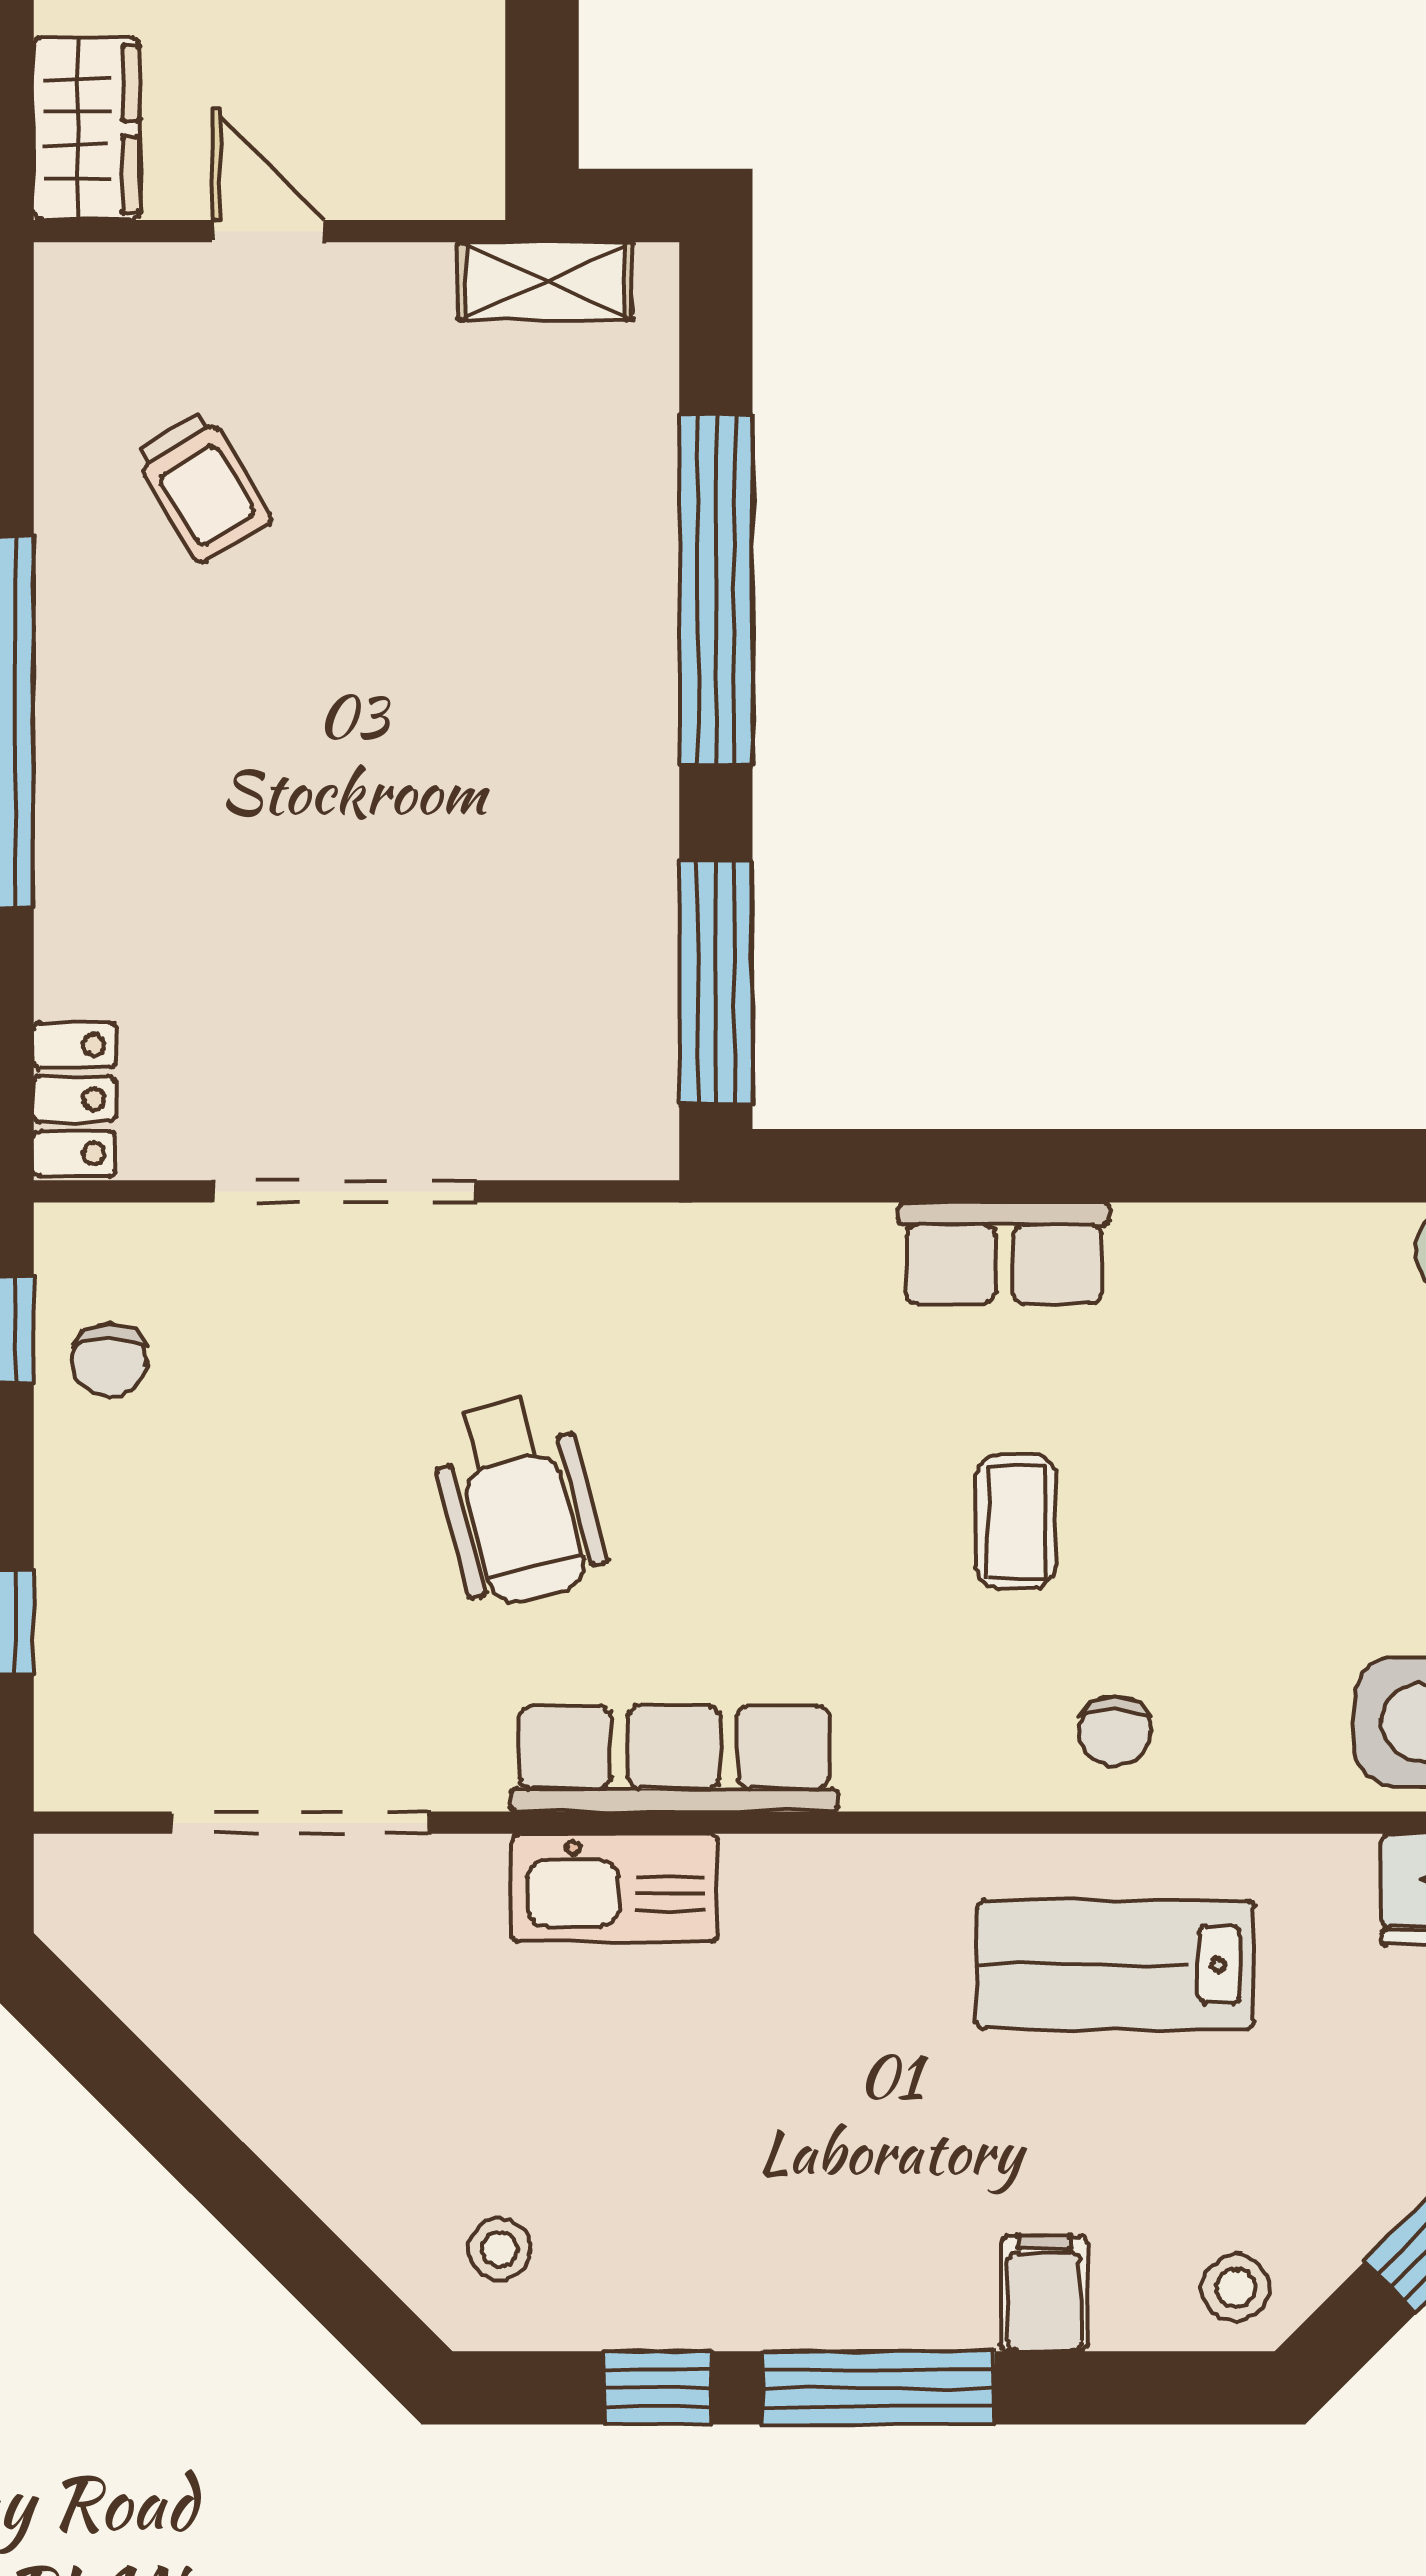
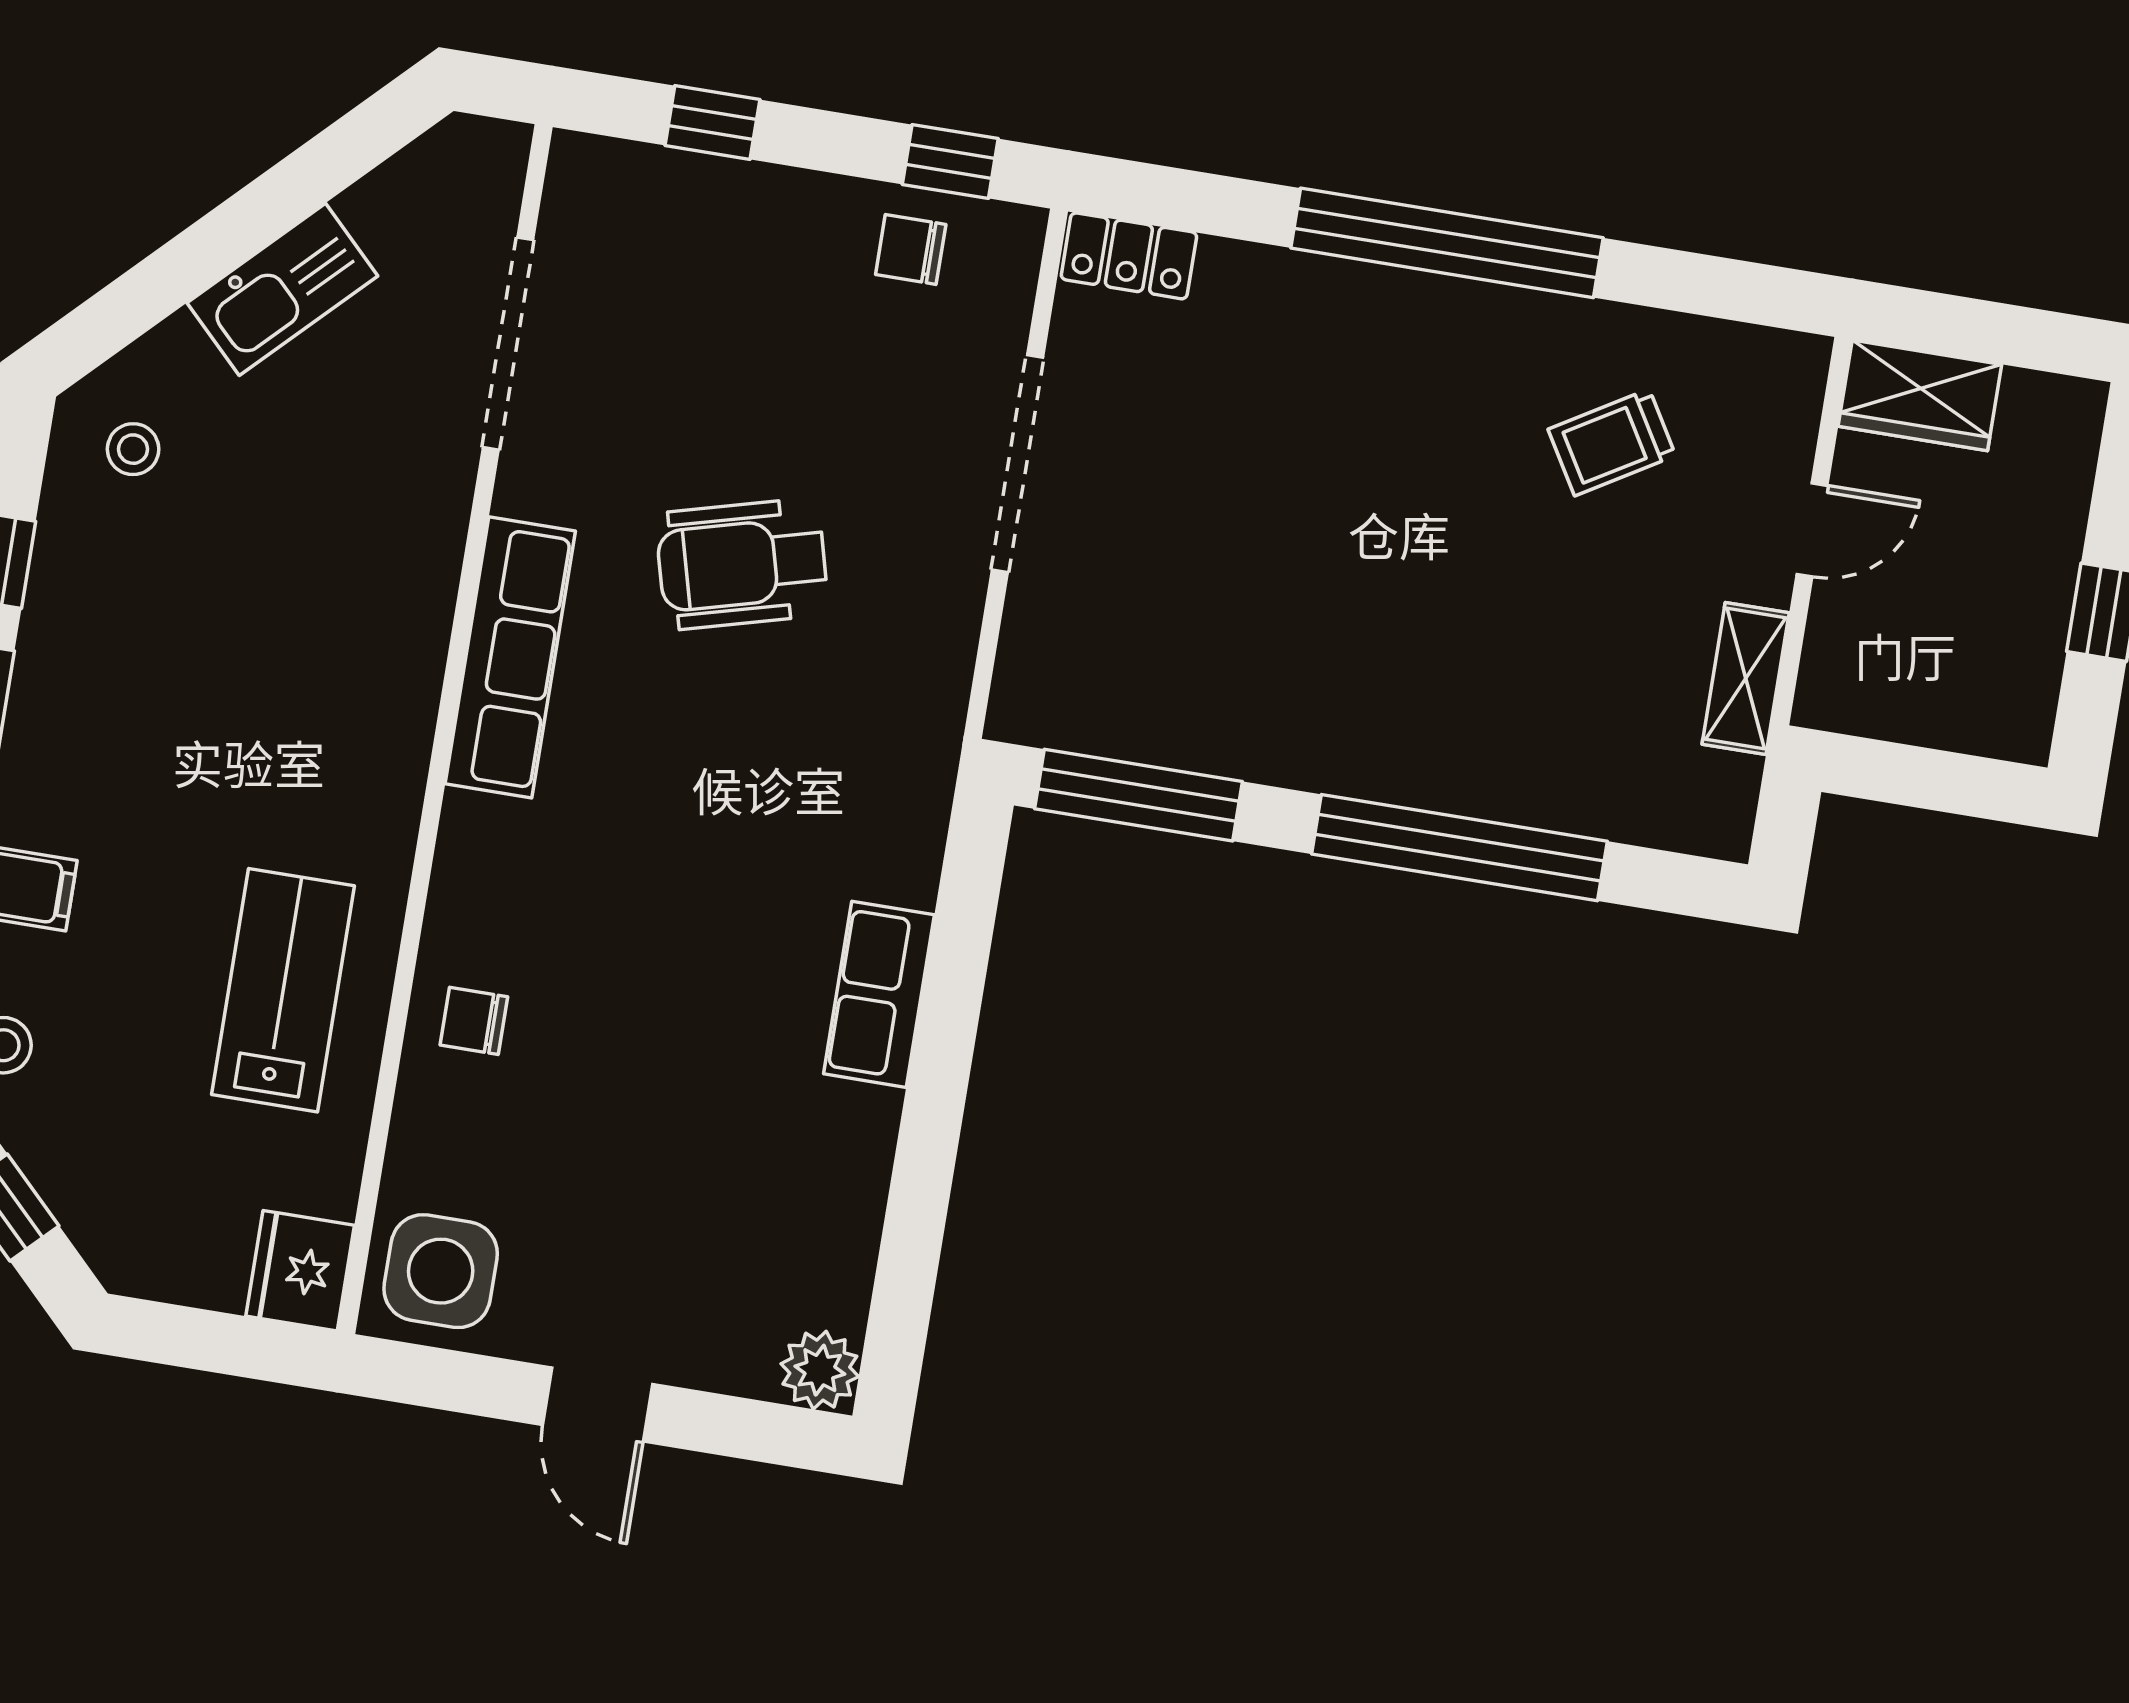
shelving: (545, 281) -> (1746, 678), moved
coffee table: (1016, 1522) -> (658, 968), removed
kitchen sink: (614, 1888) -> (282, 289), moved, turned -135

